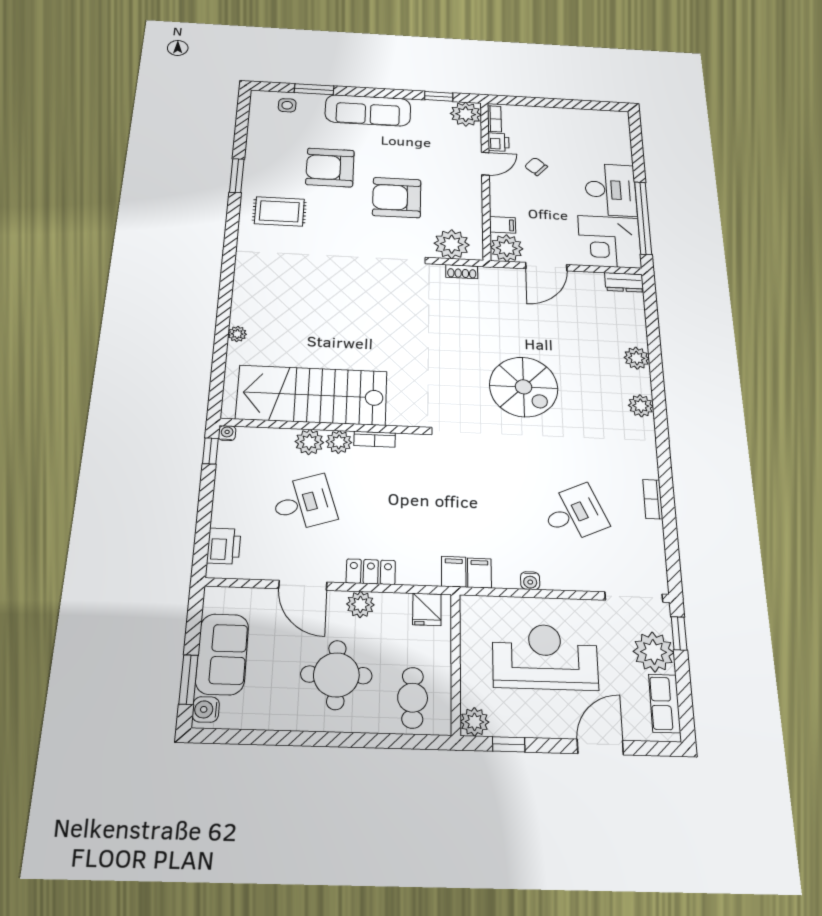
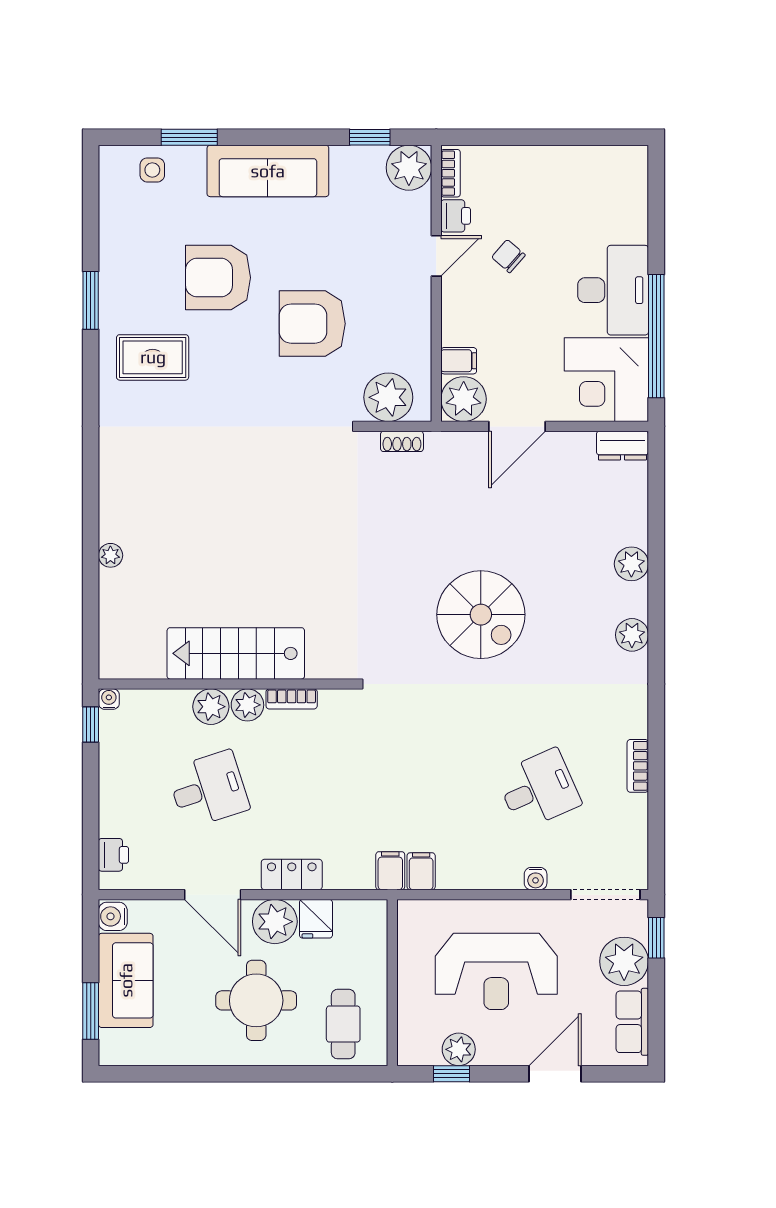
stairs: (312, 395) -> (236, 653), width x0.73, depth x0.66
printer: (224, 546) -> (113, 855), width x0.73, depth x0.81
water cooler: (530, 581) -> (536, 879), moved
plant: (360, 604) -> (275, 922), width x1.36, depth x1.36
fridge: (427, 609) -> (316, 919), moved
reception desk: (545, 657) -> (496, 971), turned 180
water cooler: (206, 709) -> (113, 916), moved
plant: (475, 722) -> (459, 1049), moved

